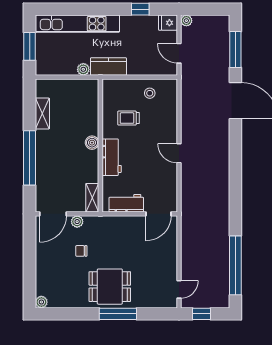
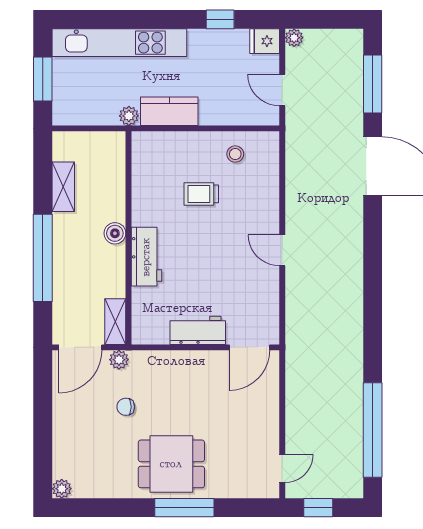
boiler: (92, 143) -> (115, 233), moved
wall: (100, 146) -> (128, 238), moved
workbench: (112, 157) -> (146, 257), moved
shelving: (92, 198) -> (115, 322), moved

